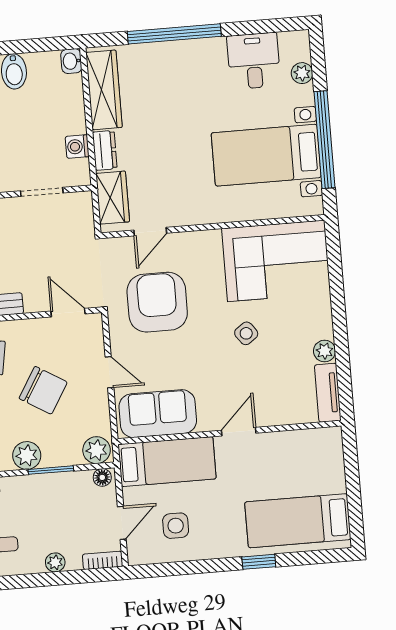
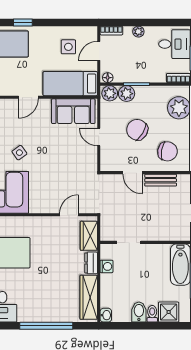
armchair: (157, 302) -> (68, 174), removed
door: (68, 313) -> (133, 173), moved
plant: (27, 455) -> (127, 94), moved

